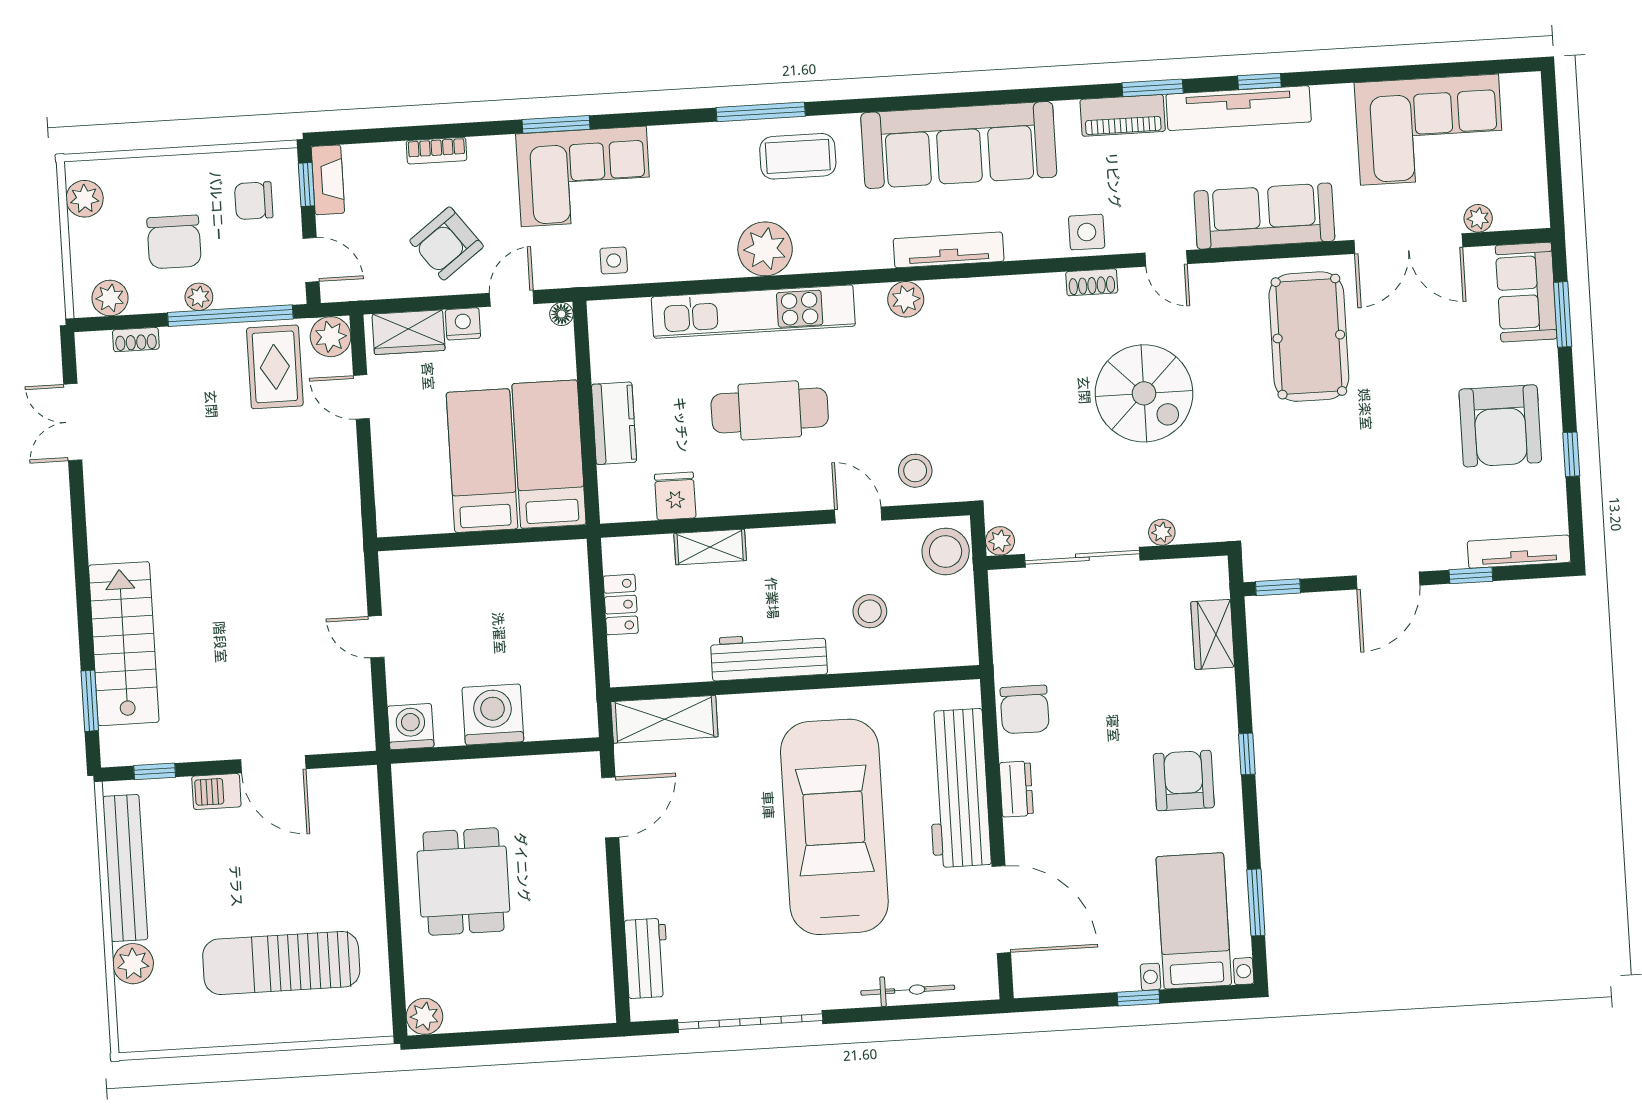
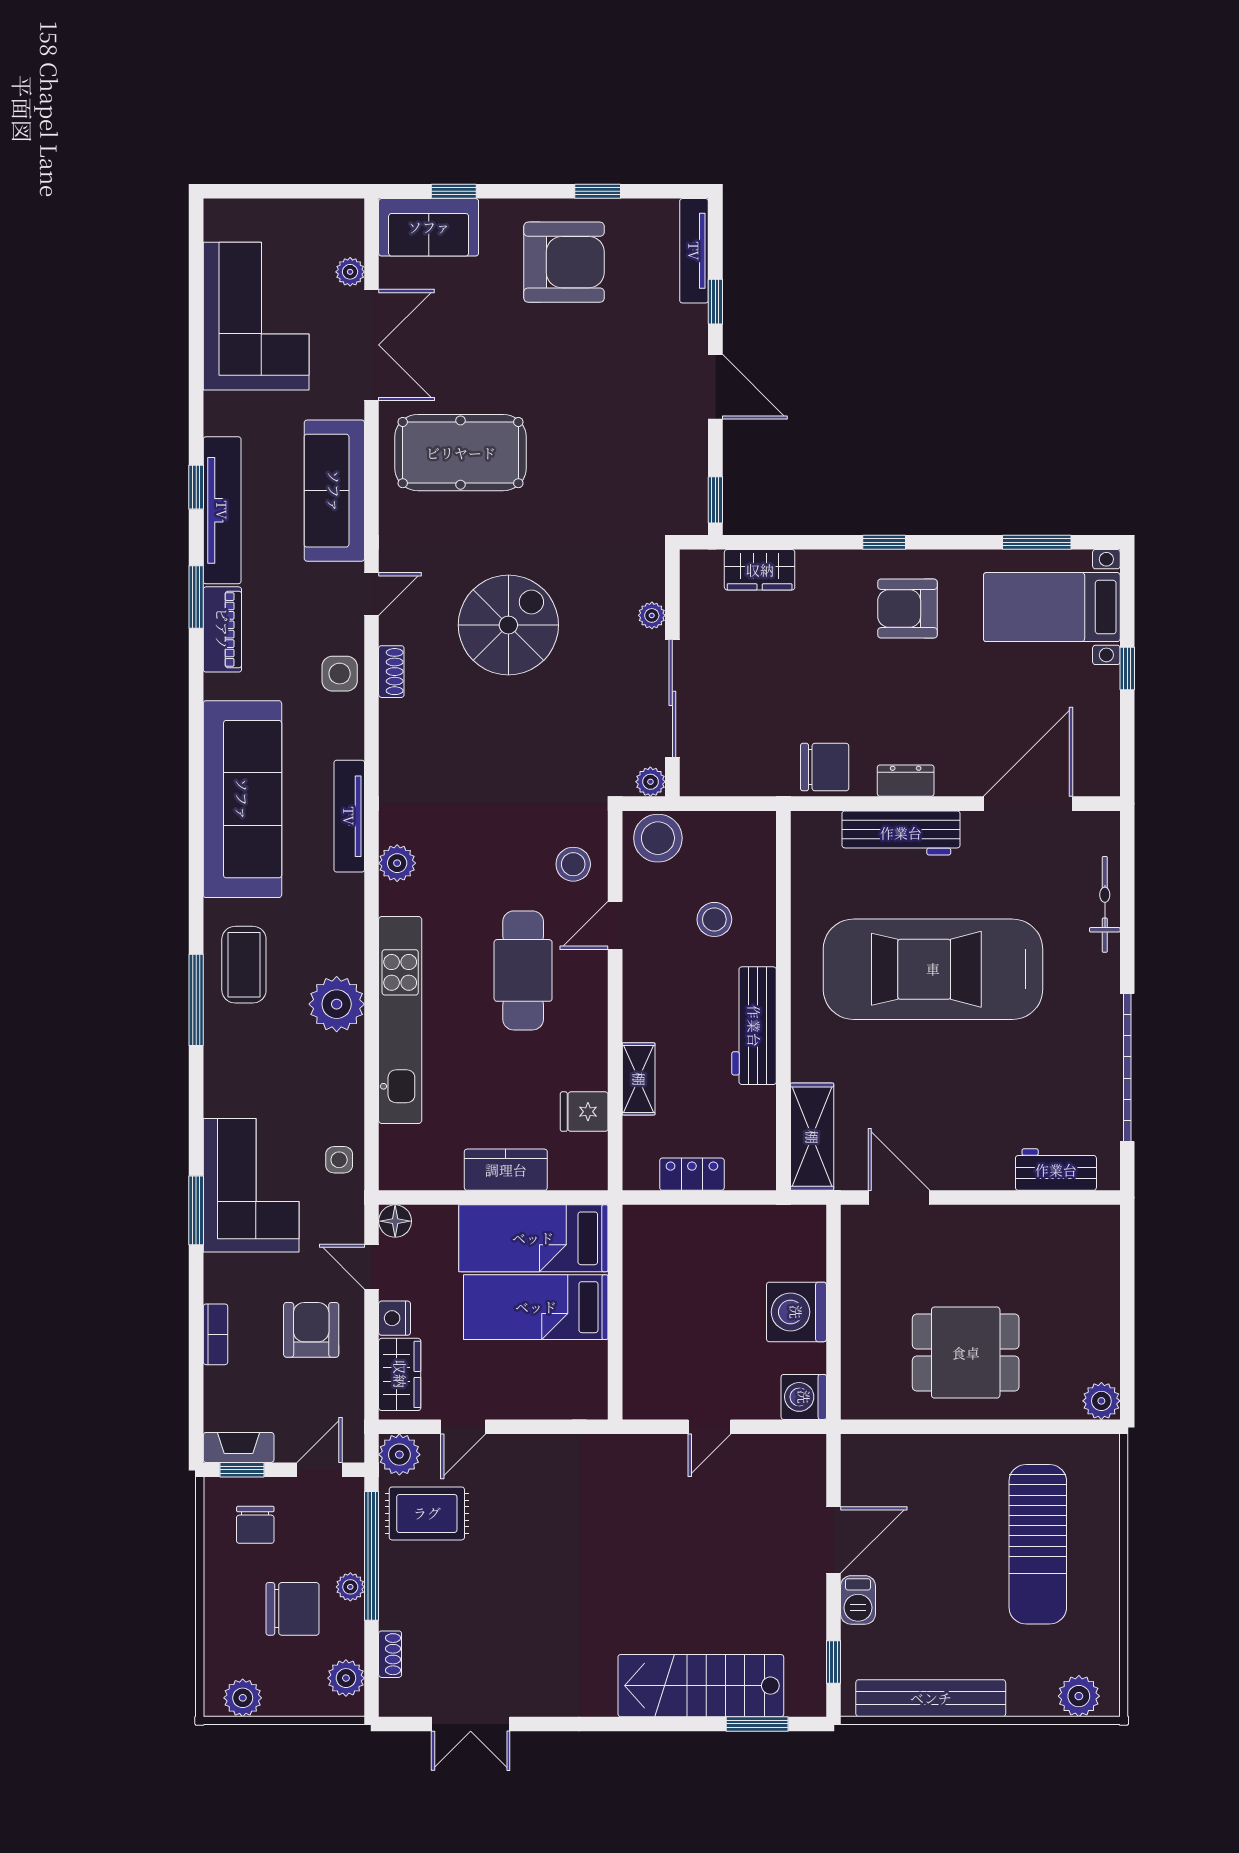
armchair: (447, 243) -> (311, 1330), turned -143
floor lamp: (561, 314) -> (395, 1221), width x1.37, depth x1.37
window: (1563, 314) -> (454, 191), width x0.67
cafe table: (770, 410) -> (523, 970), moved
workbench: (958, 788) -> (901, 833), width x0.73, depth x0.76
plant: (133, 964) -> (1079, 1696), moved

